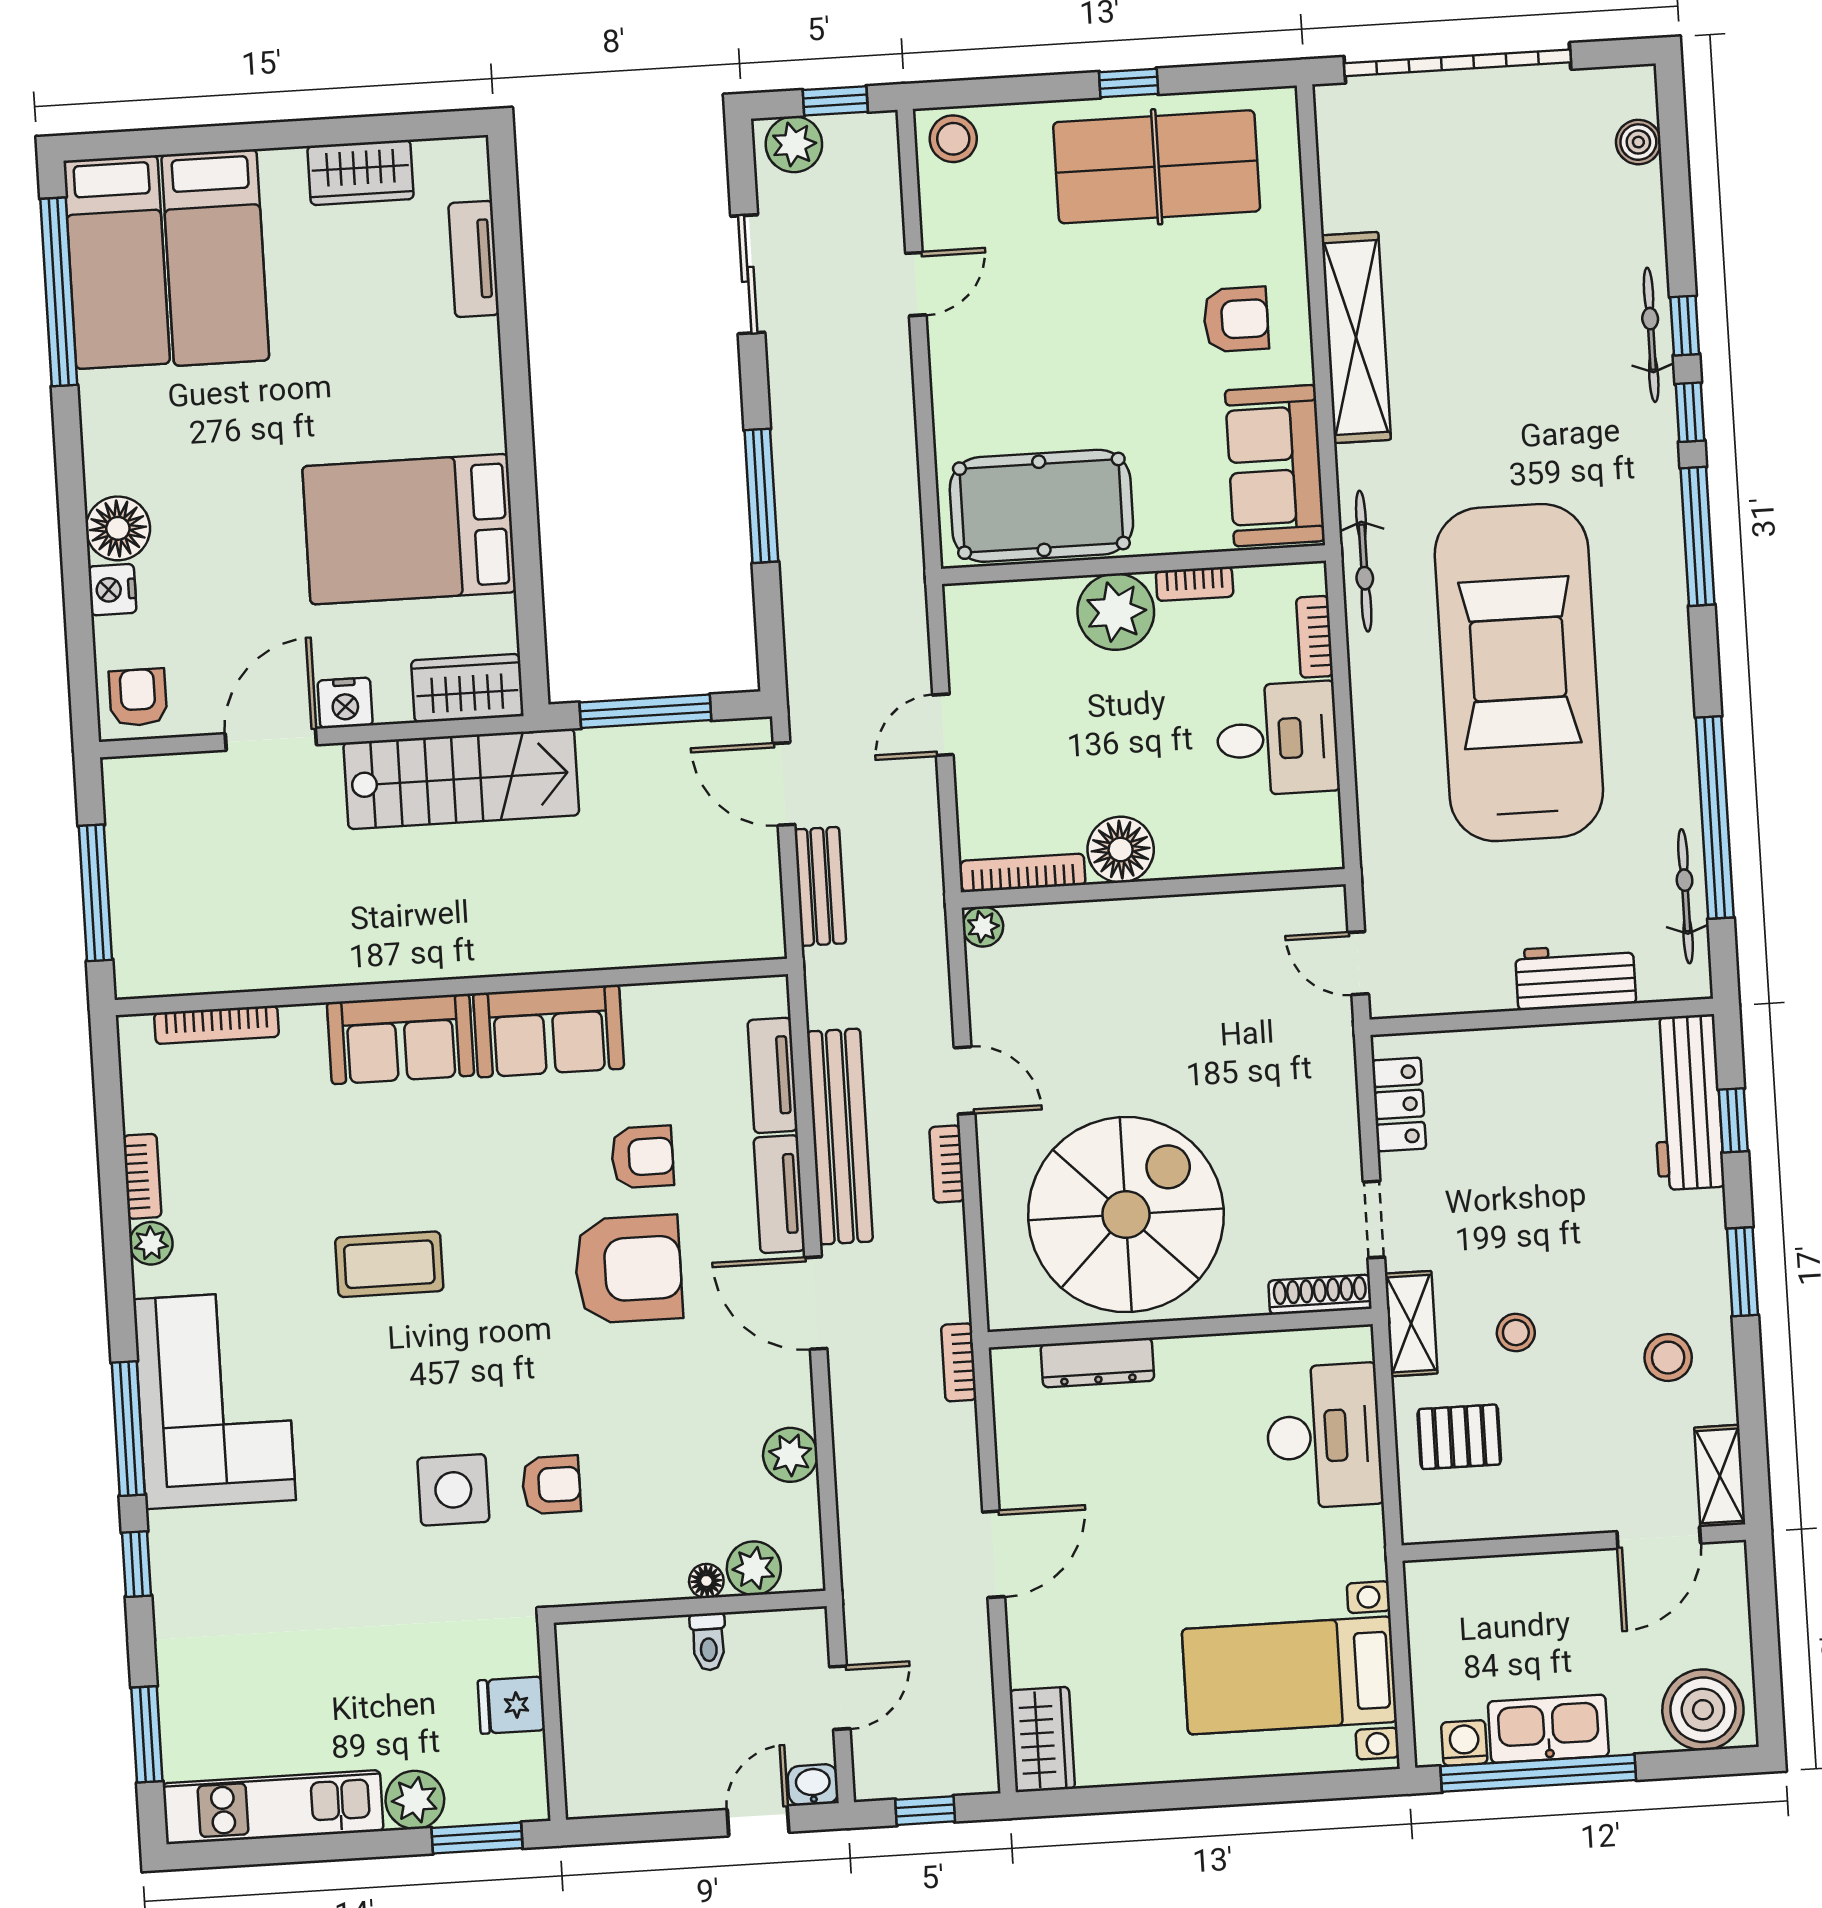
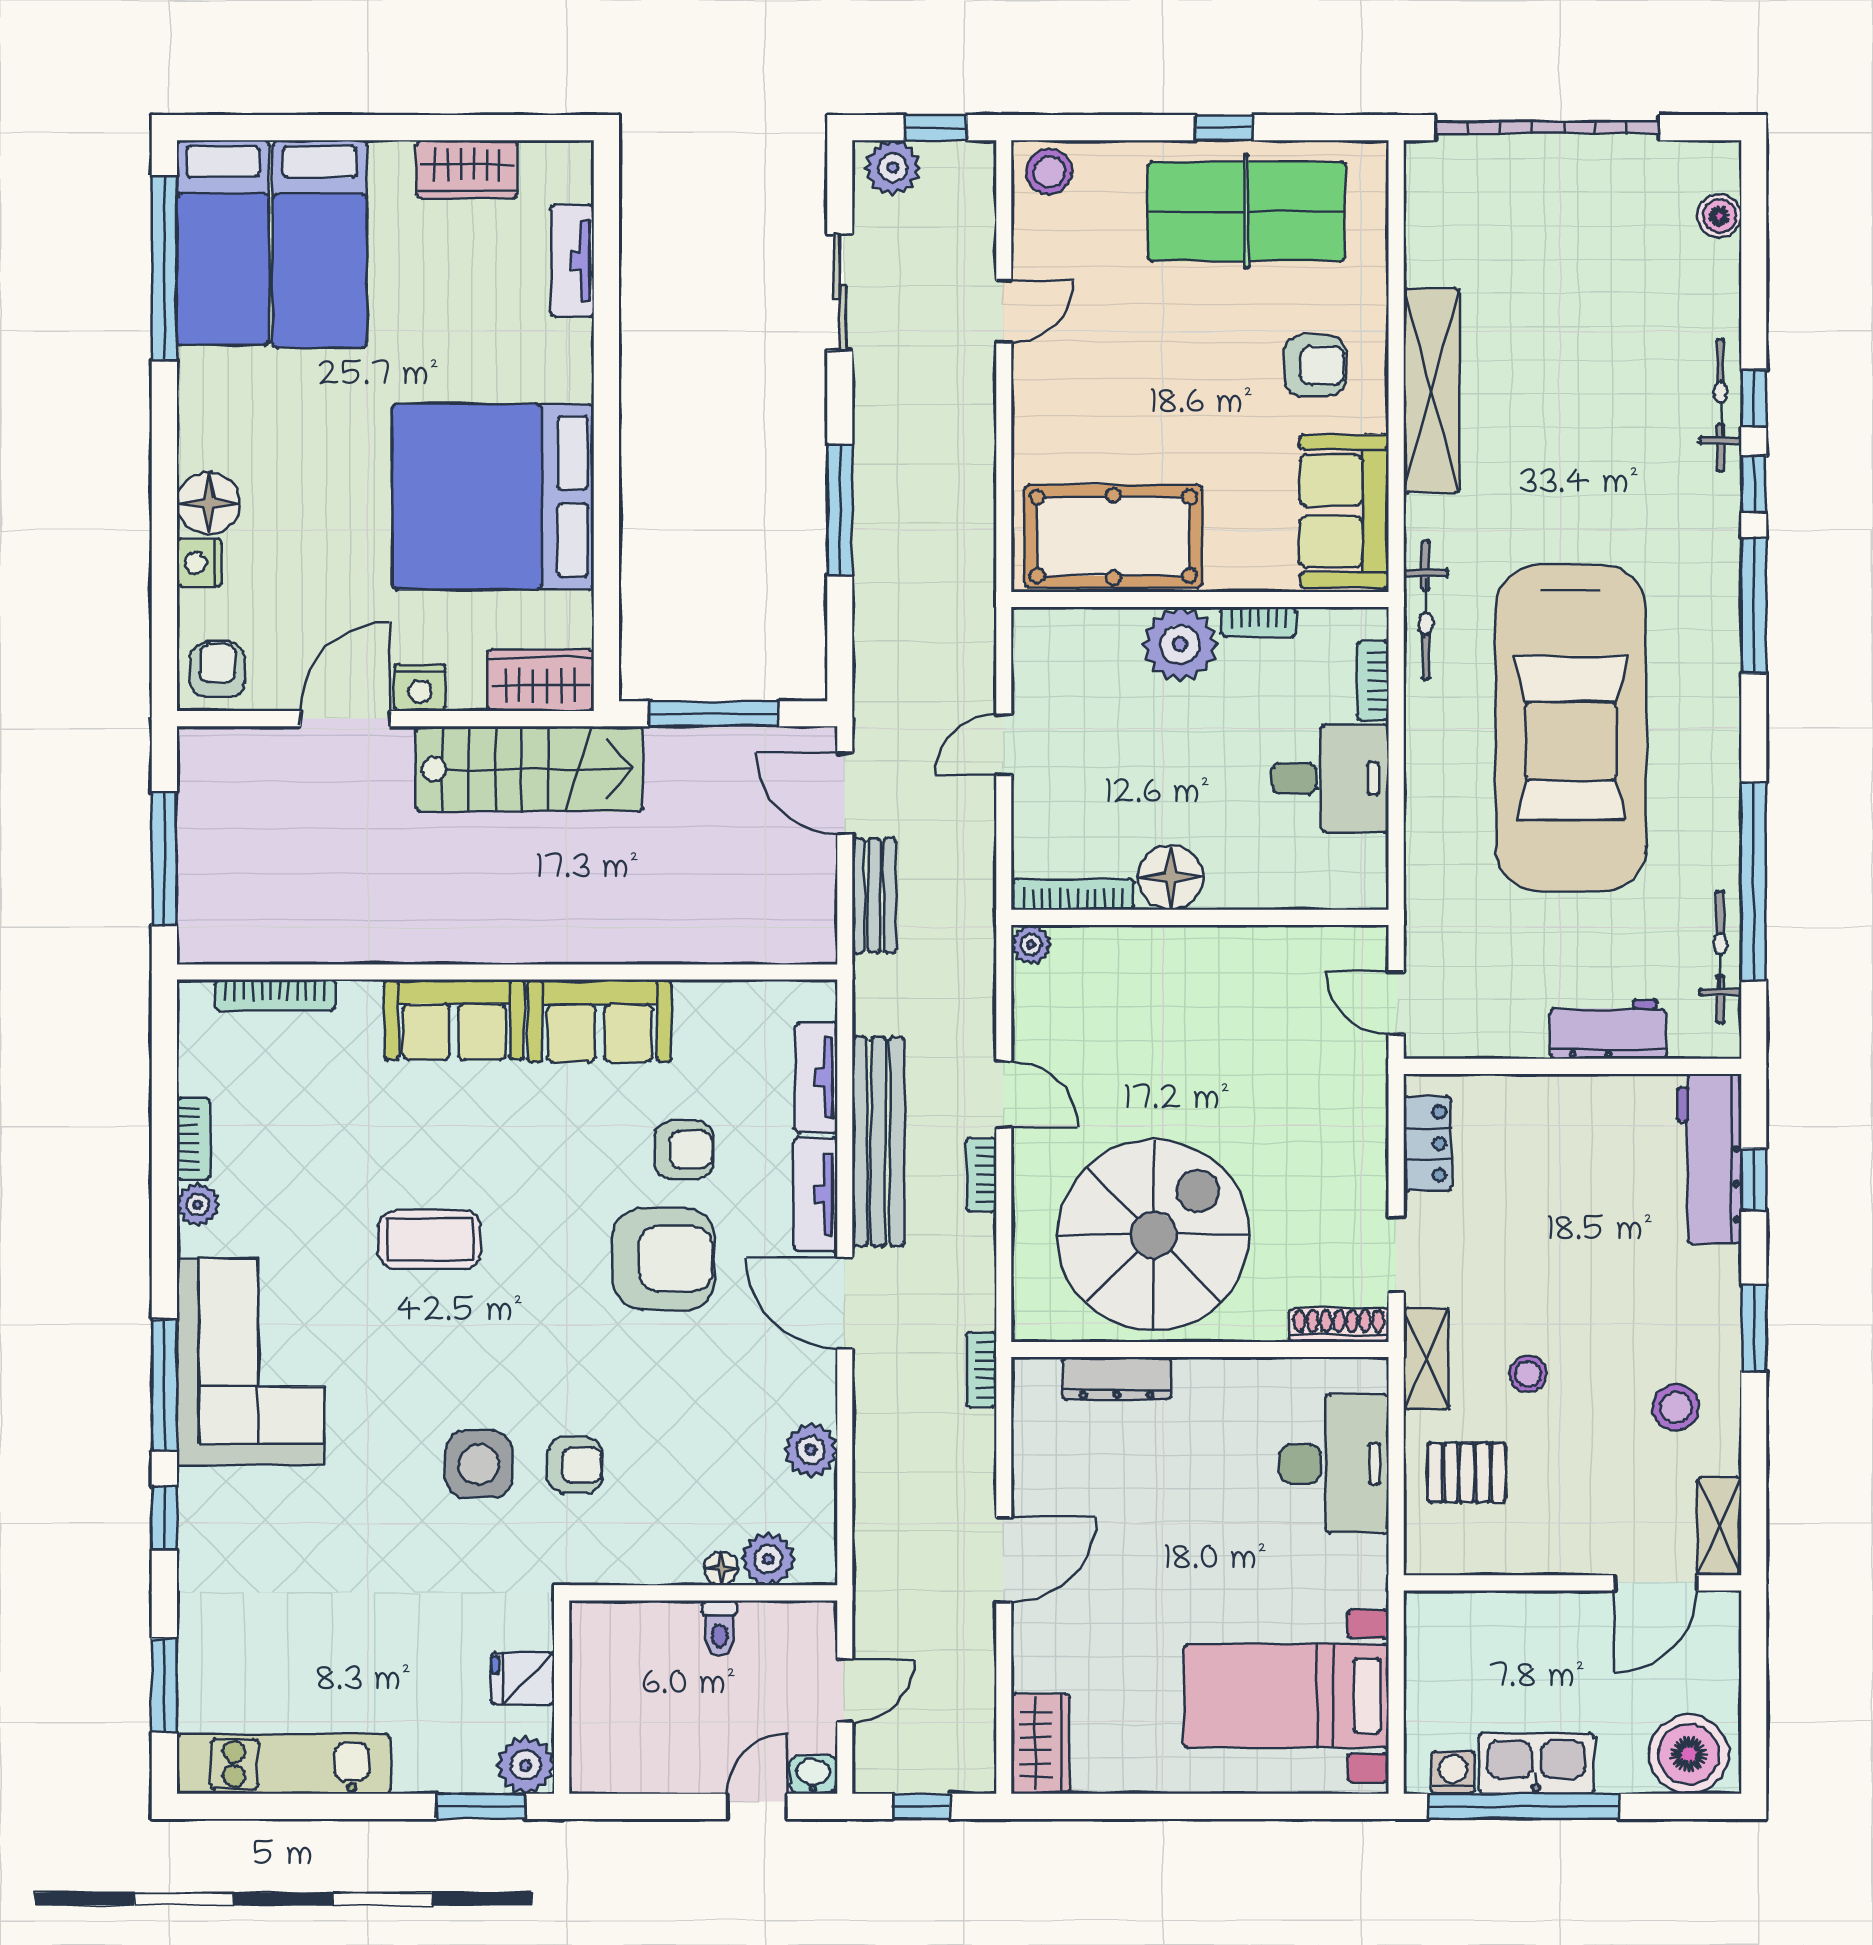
bed: (409, 529) -> (493, 497), width x1.36
car: (1519, 673) -> (1571, 728), turned 180
plant: (415, 1800) -> (526, 1765), moved

